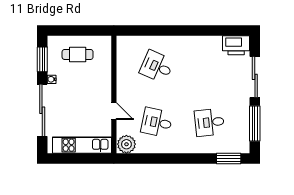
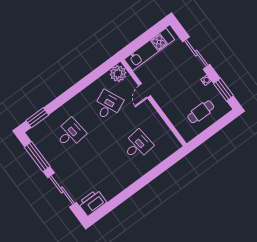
desk: (157, 67) -> (138, 145), turned -30
sliding door: (42, 110) -> (196, 53), width x0.73
door: (114, 111) -> (145, 91), hinge flipped
desk: (157, 122) -> (108, 105), turned -36

